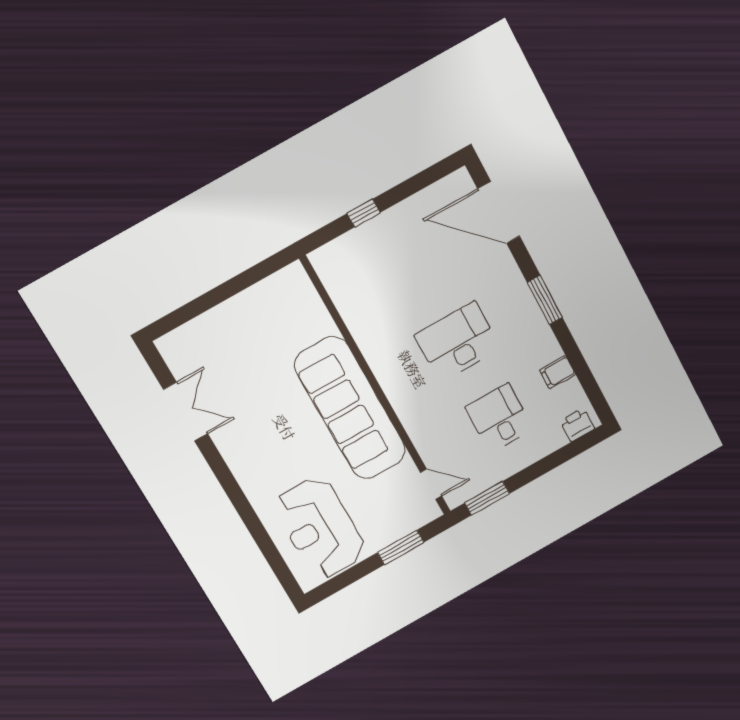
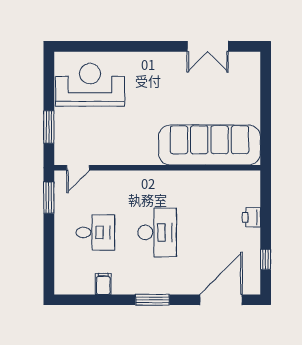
window: (364, 213) -> (266, 259), moved
sofa: (350, 408) -> (209, 145), moved
printer: (577, 425) -> (251, 217), moved, turned 180

